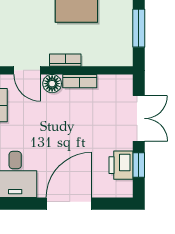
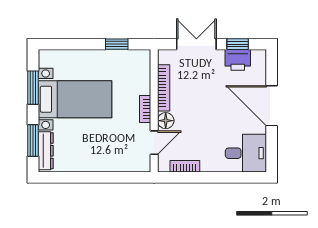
window: (139, 28) -> (117, 44), width x0.67
bookcase: (80, 81) -> (164, 88), width x1.56

